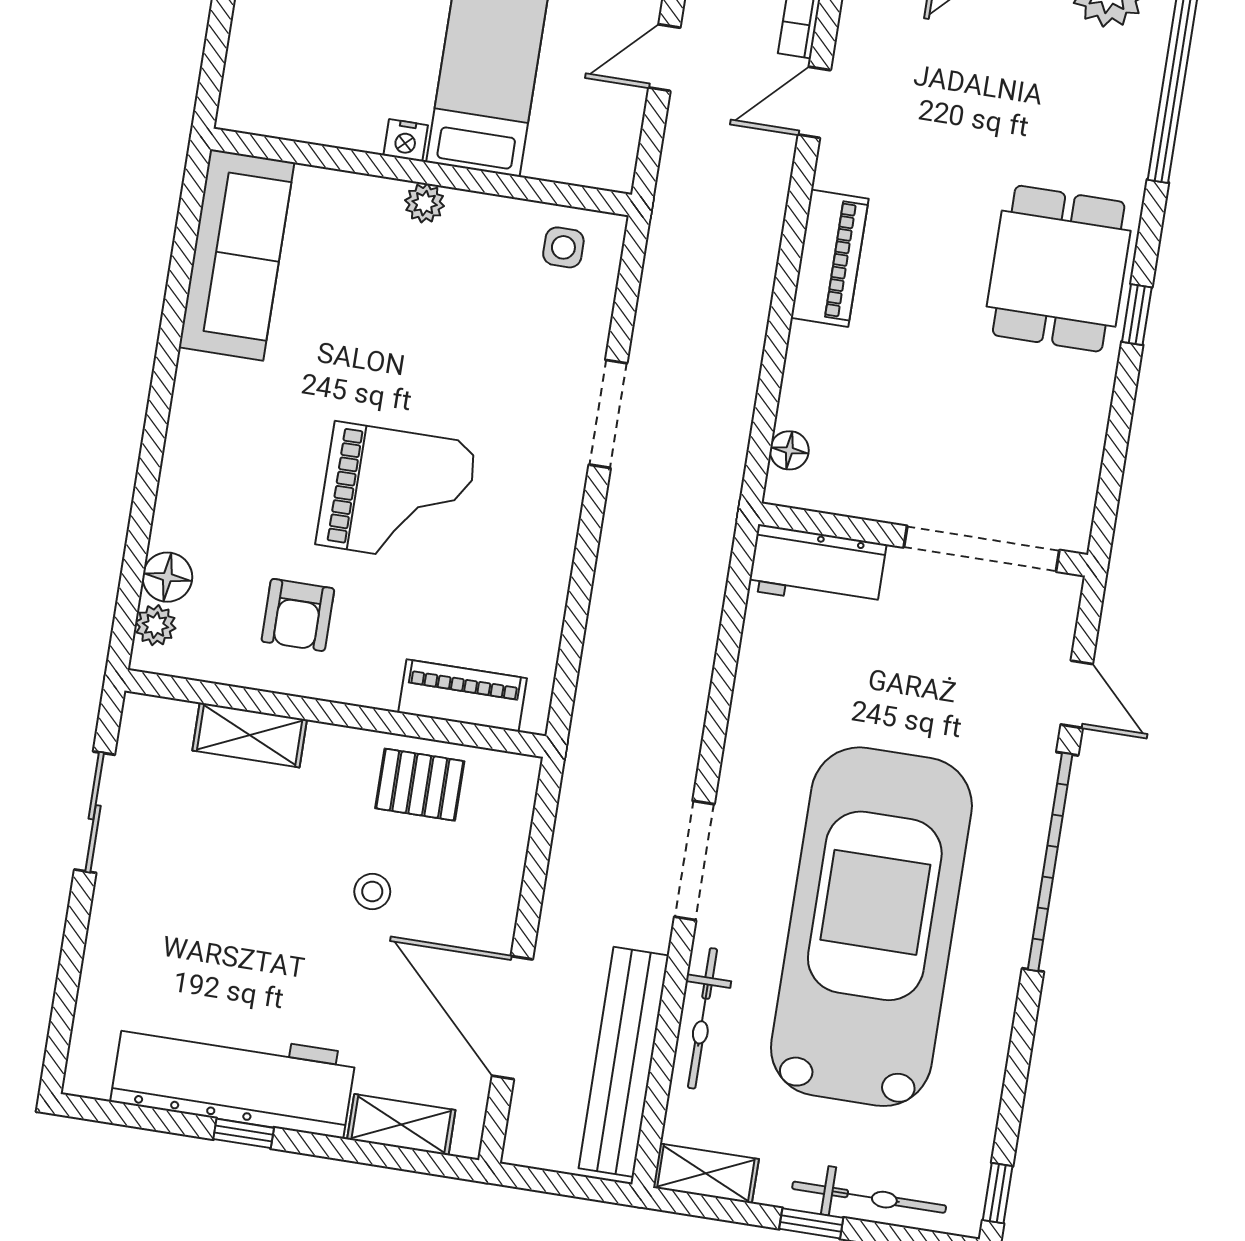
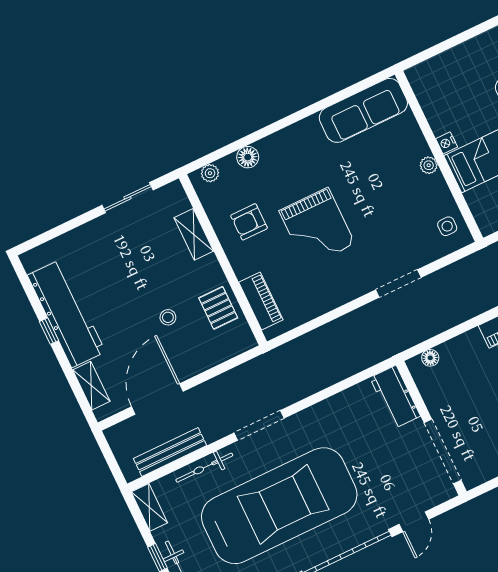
floor lamp: (167, 577) -> (248, 157), moved
bench: (624, 1062) -> (170, 452), width x0.73, depth x0.82

